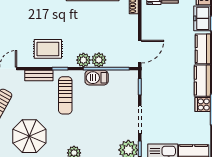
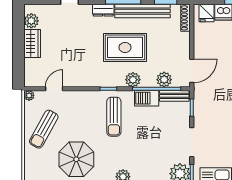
rug: (48, 49) -> (125, 47), moved, width x1.36, depth x1.43
plant: (99, 60) -> (164, 80), moved
bench: (39, 75) -> (174, 96), moved

